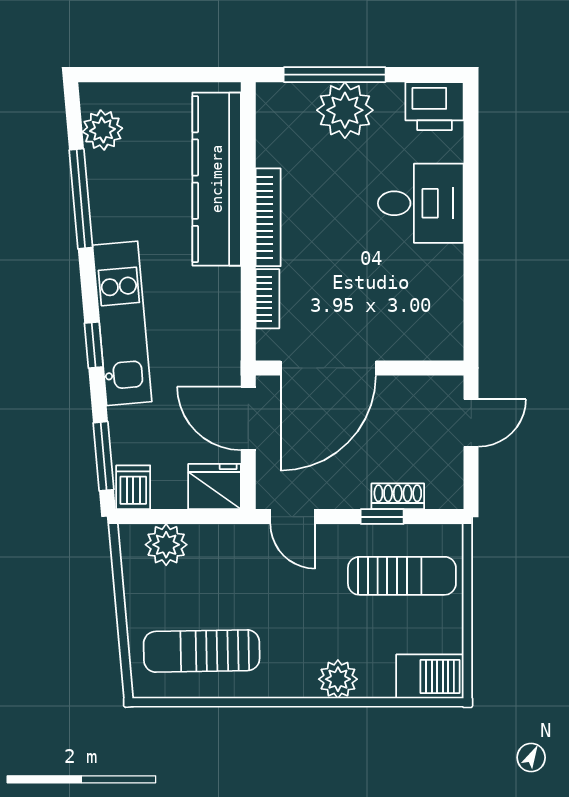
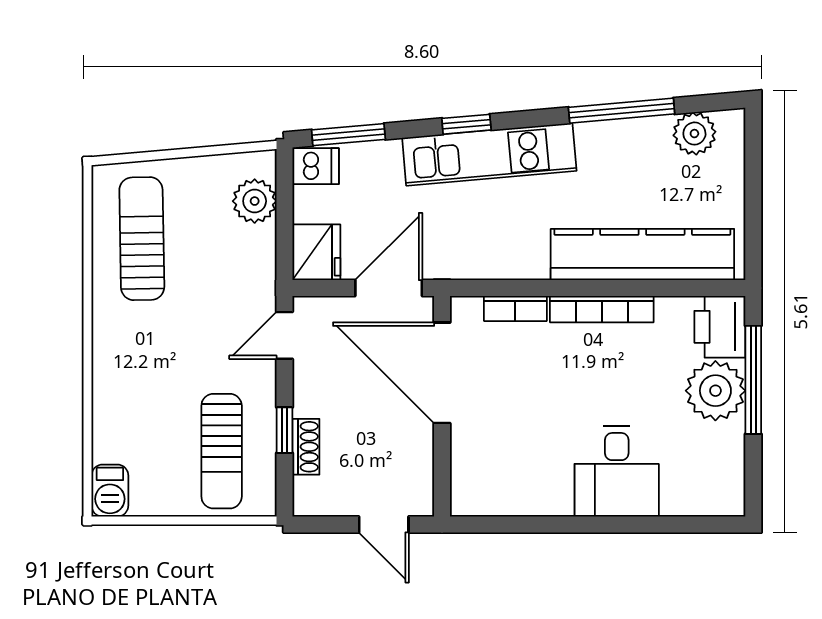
printer: (435, 106) -> (720, 327), moved
barbecue: (430, 676) -> (110, 491), width x0.73, depth x0.79
plant: (338, 679) -> (112, 383), removed

